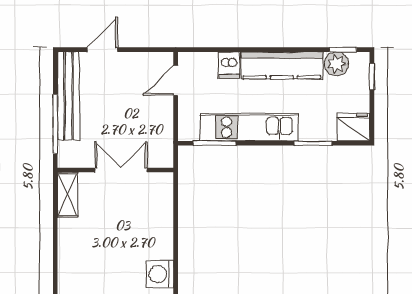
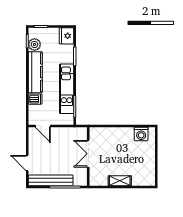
shelving: (68, 195) -> (120, 181), moved

